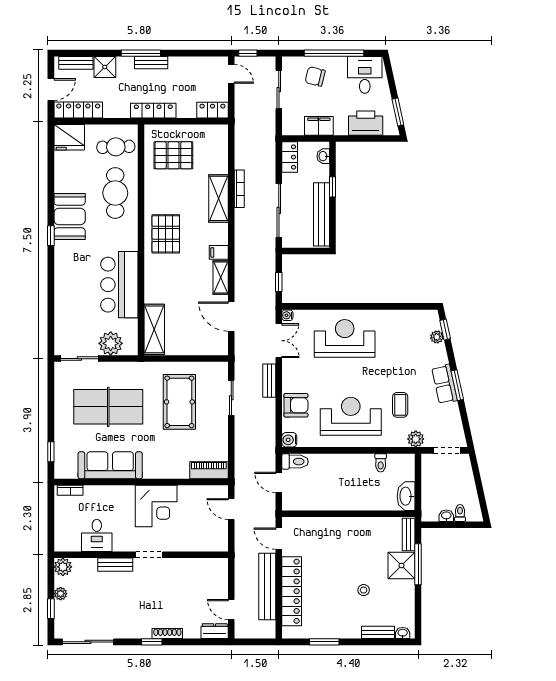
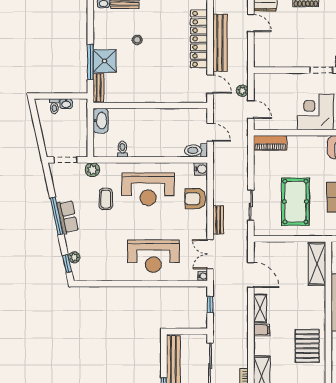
window: (457, 385) -> (57, 216), width x1.44
plant: (241, 531) -> (242, 91), added

